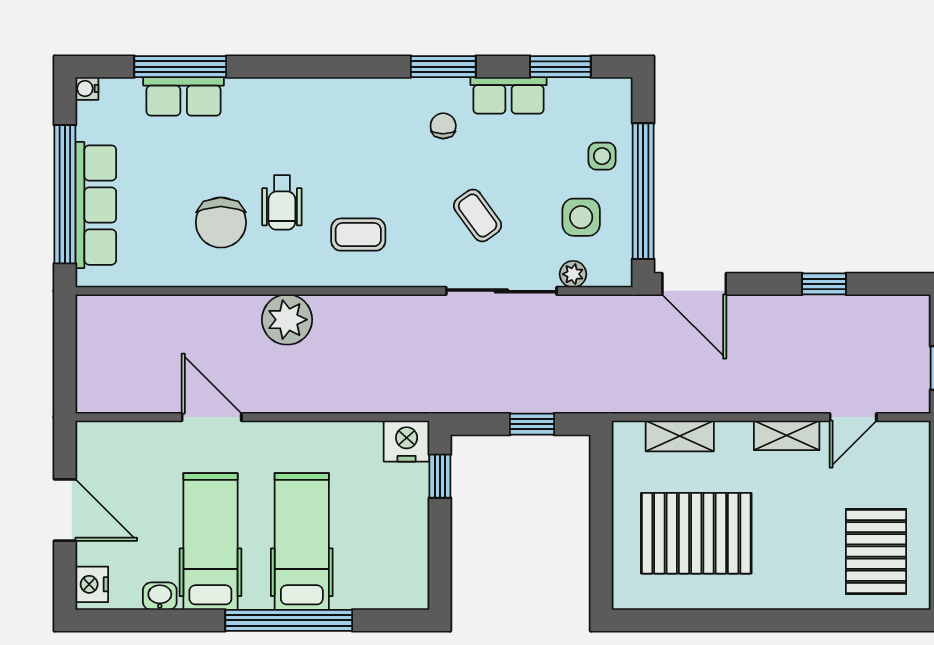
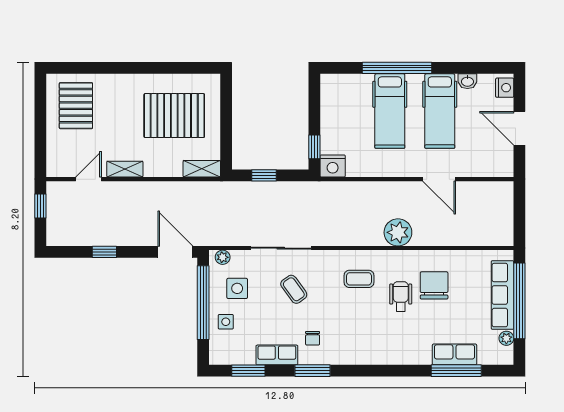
water cooler: (87, 89) -> (507, 359), removed
plant: (89, 126) -> (506, 338), added
plant: (573, 274) -> (223, 257), moved
shelving: (680, 436) -> (202, 169), moved

